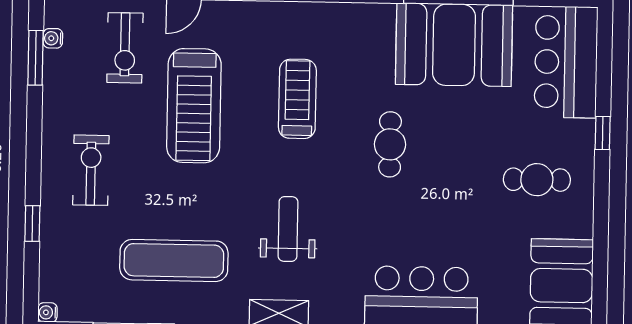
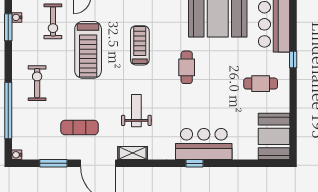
window: (32, 224) -> (8, 110), width x3.17
exercise mat: (174, 260) -> (80, 128), width x0.73, depth x0.69

